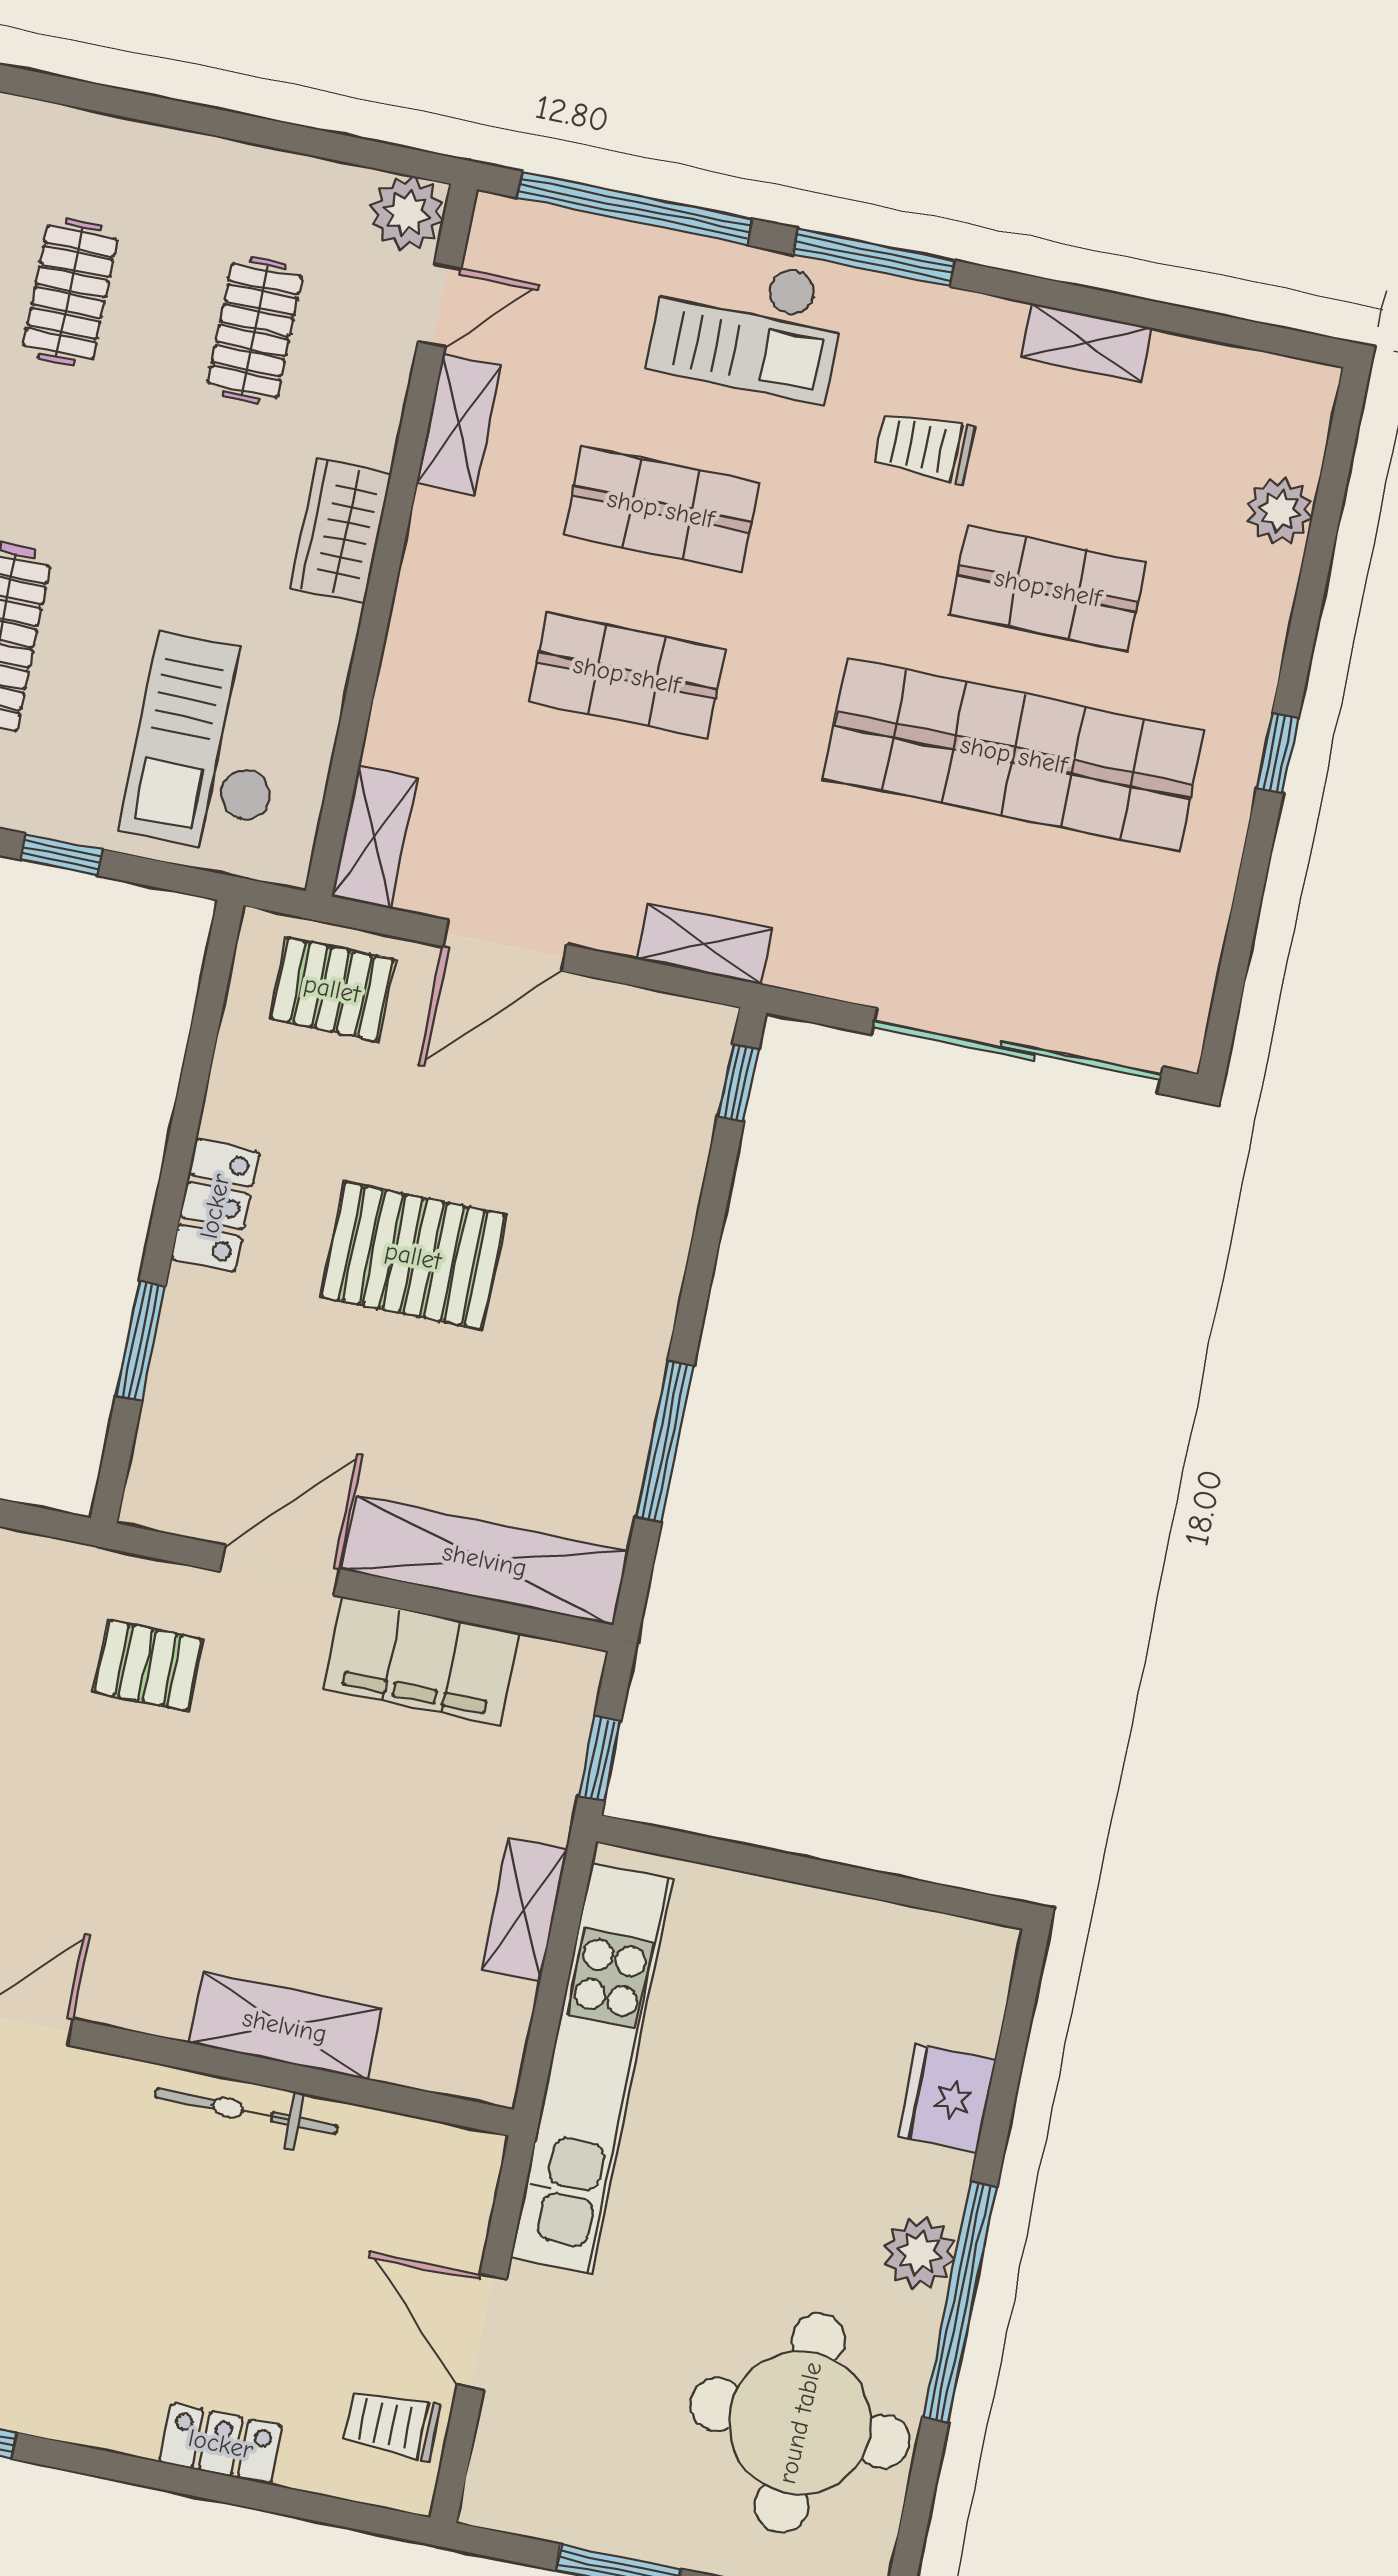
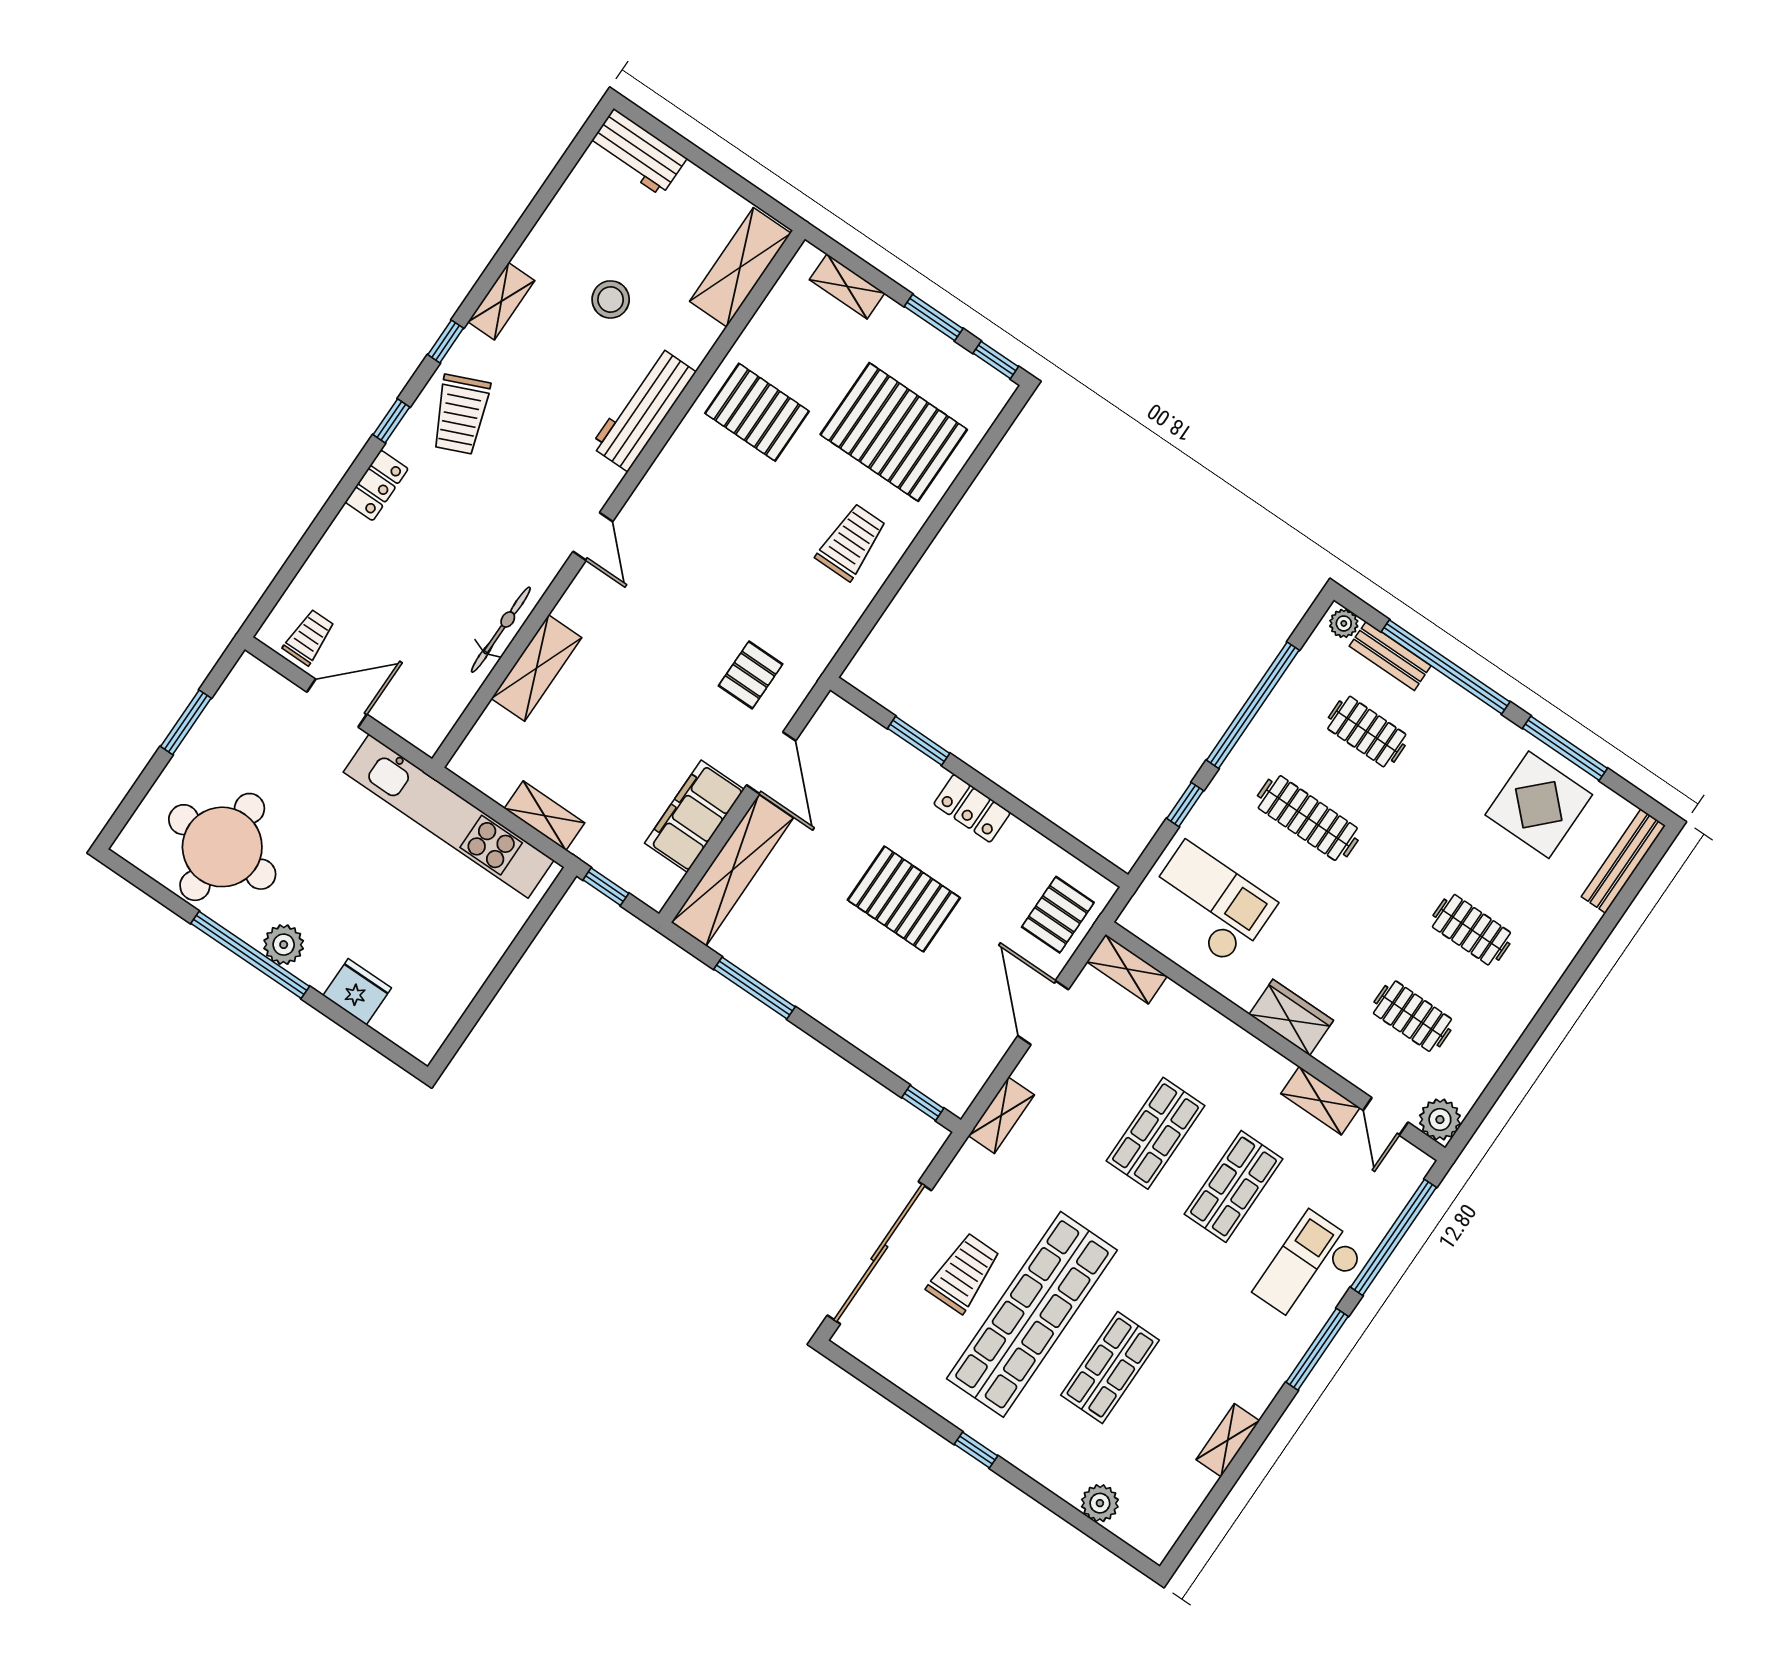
trolley: (924, 447) -> (964, 1273), moved, width x1.36, depth x1.39
pallet: (413, 1256) -> (904, 899), turned 90
locker: (221, 2444) -> (377, 485), moved

